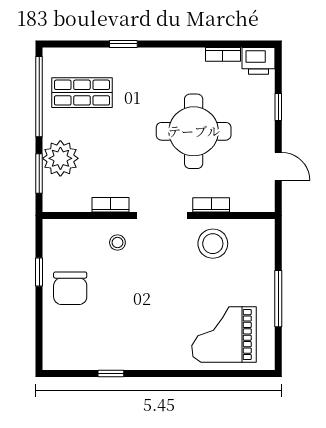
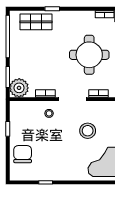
shop shelf: (82, 93) -> (36, 22), moved
plant: (60, 158) -> (19, 88), moved
stool: (213, 244) -> (88, 131), moved
chair: (70, 288) -> (23, 154), moved, turned 180

